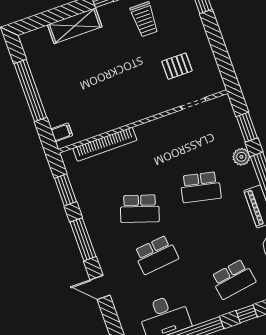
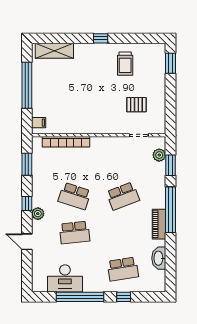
shelving: (75, 26) -> (54, 51), moved
plant: (241, 157) -> (159, 155), moved
school desk: (201, 187) -> (123, 196), turned -33
window: (83, 239) -> (27, 203), width x0.46
plant: (101, 247) -> (38, 214), added

